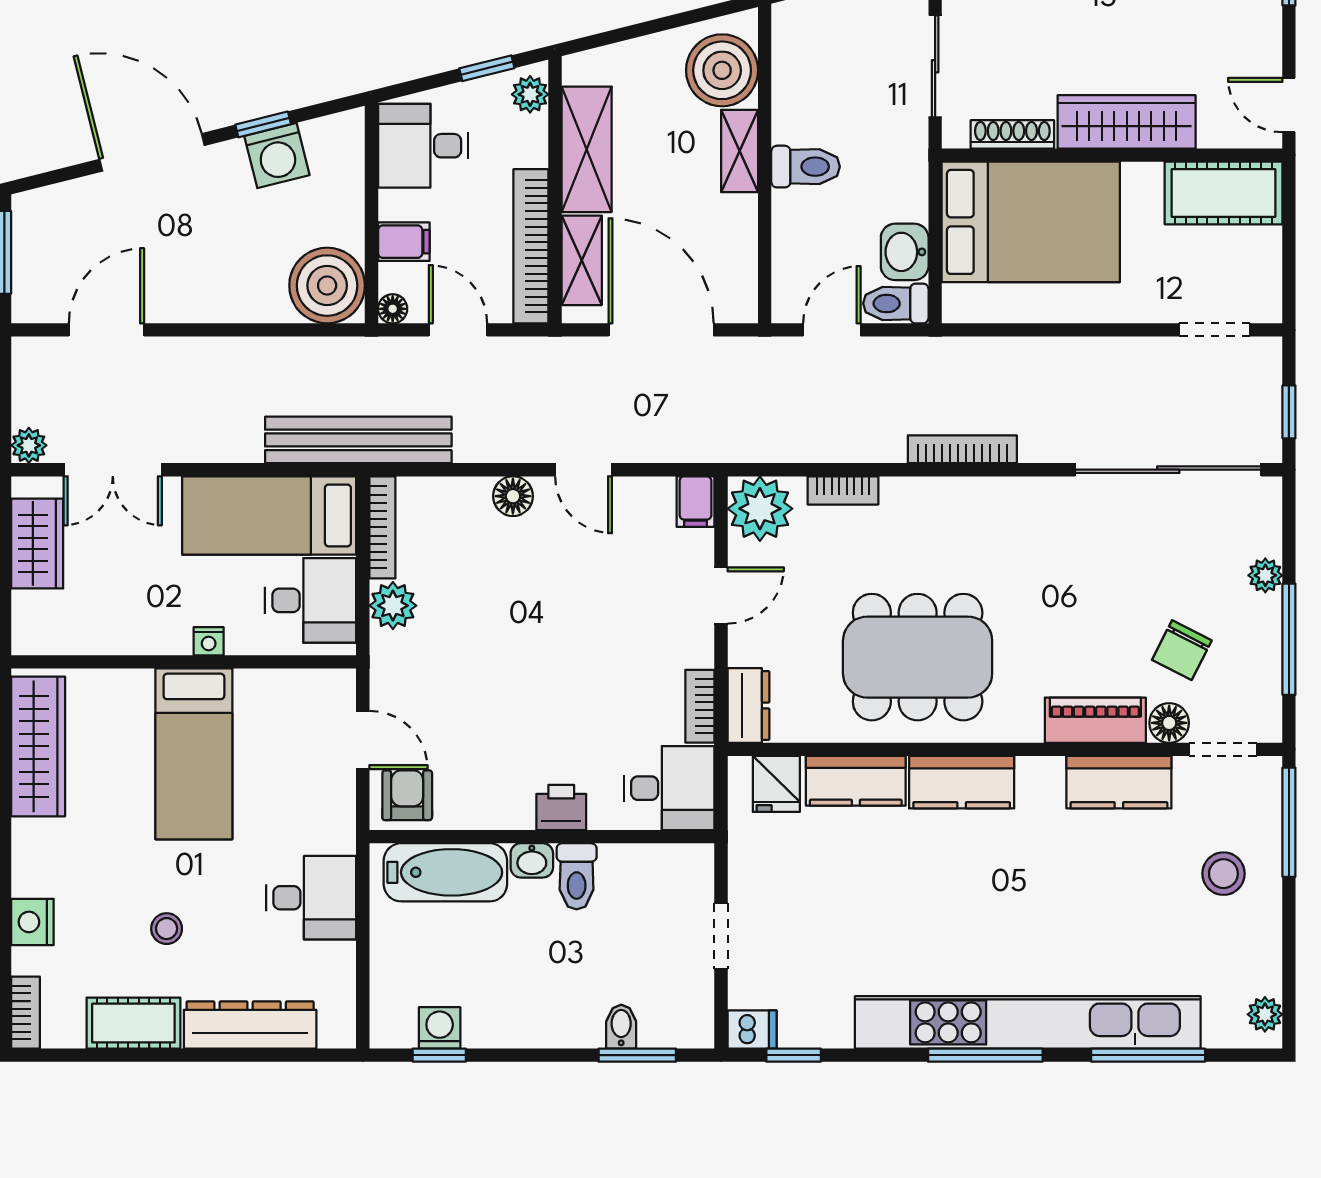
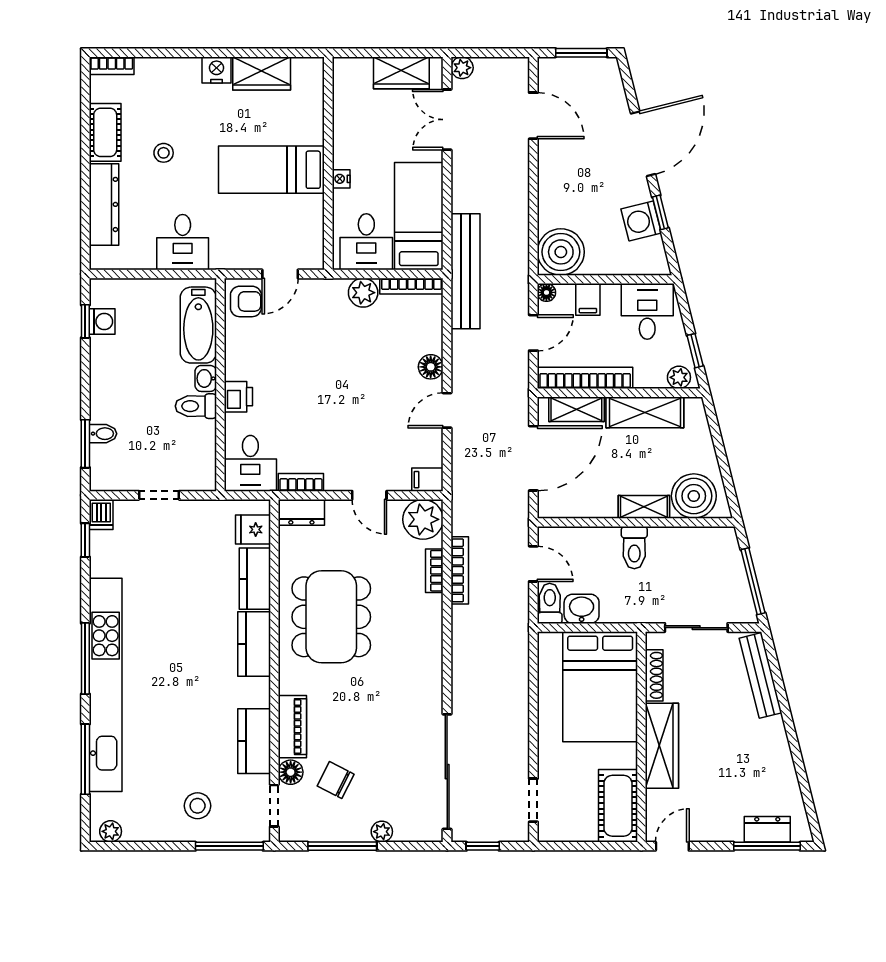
bookcase: (962, 449) -> (460, 570), moved
wardrobe: (38, 746) -> (262, 73), width x0.67
nightstand: (32, 922) -> (216, 70), moved

